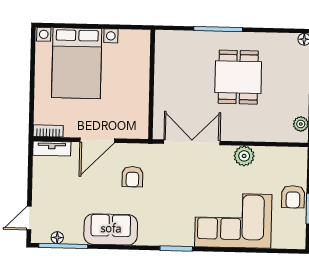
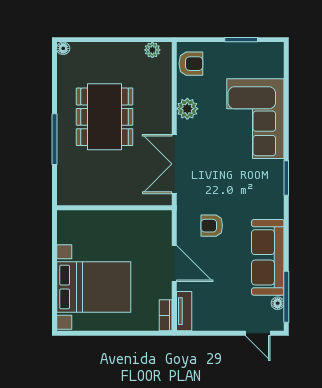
dining table: (238, 77) -> (105, 117), width x1.38
armchair: (132, 177) -> (212, 226), turned 180
armchair: (293, 197) -> (191, 64), moved
sofa: (111, 229) -> (268, 257), width x1.36

